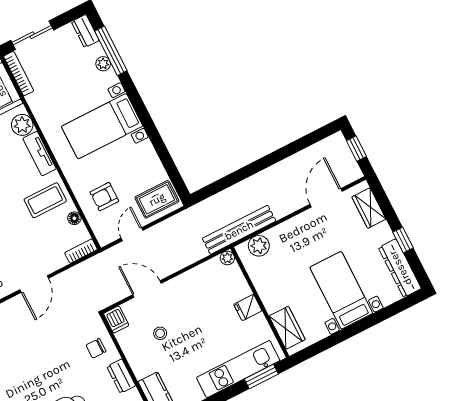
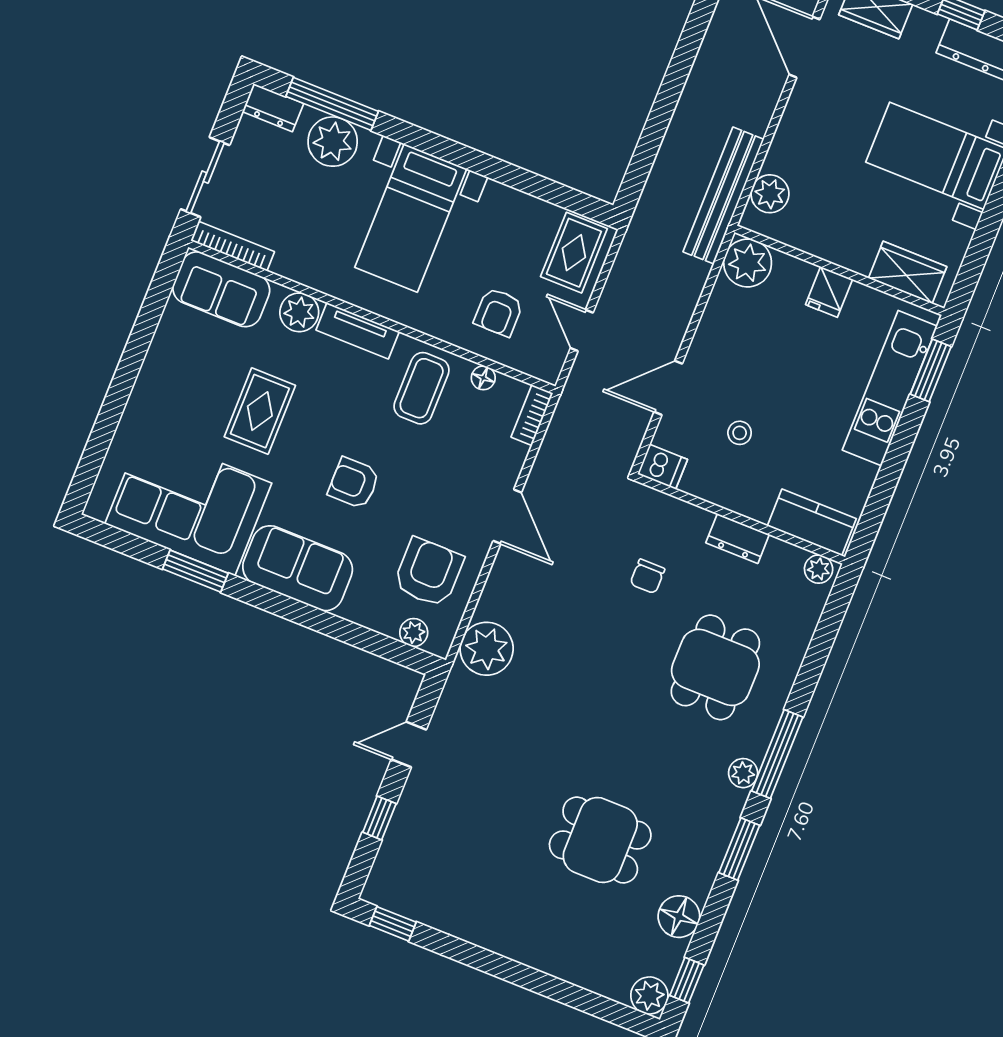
plant: (103, 64) -> (333, 142), width x1.88, depth x1.88
plant: (227, 258) -> (748, 263), width x1.88, depth x1.88
chair: (96, 348) -> (647, 576), moved

